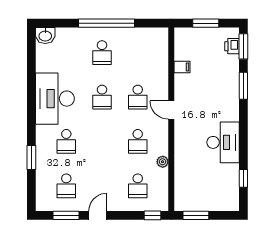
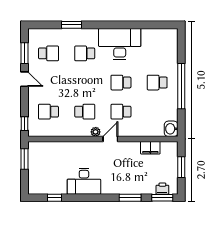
washbasin: (45, 36) -> (171, 129), moved
filing cabinet: (182, 67) -> (150, 148), width x2.00
school desk: (138, 141) -> (85, 112), turned 180
plant: (163, 162) -> (96, 132), moved
school desk: (66, 186) -> (48, 53), turned 180

